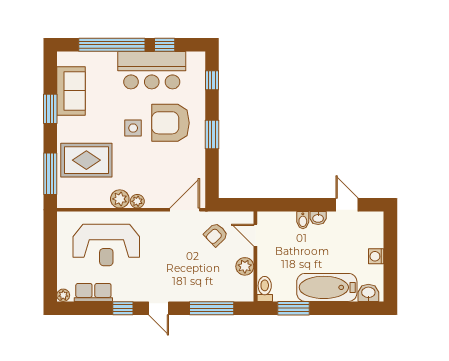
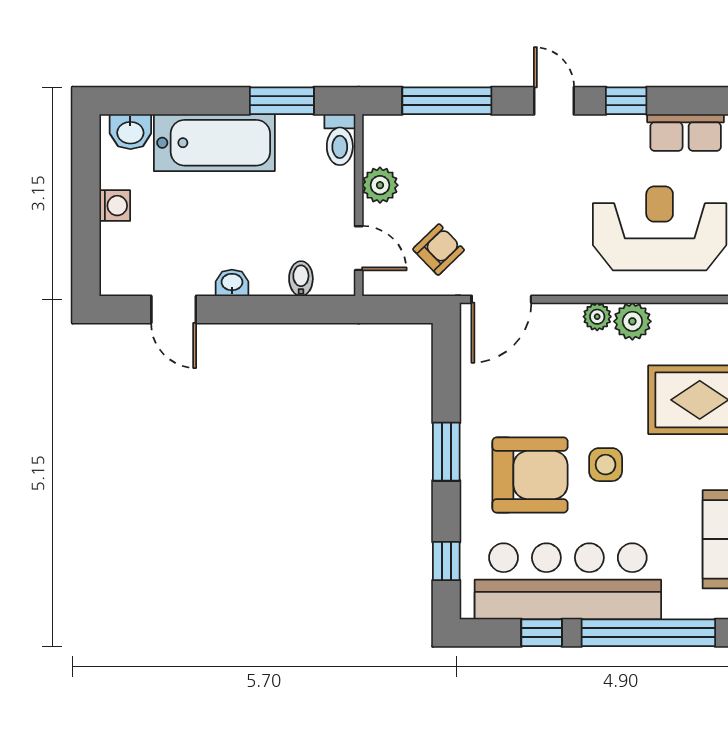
bar counter: (152, 70) -> (568, 581), width x1.36
bidet: (303, 220) -> (301, 279), moved

